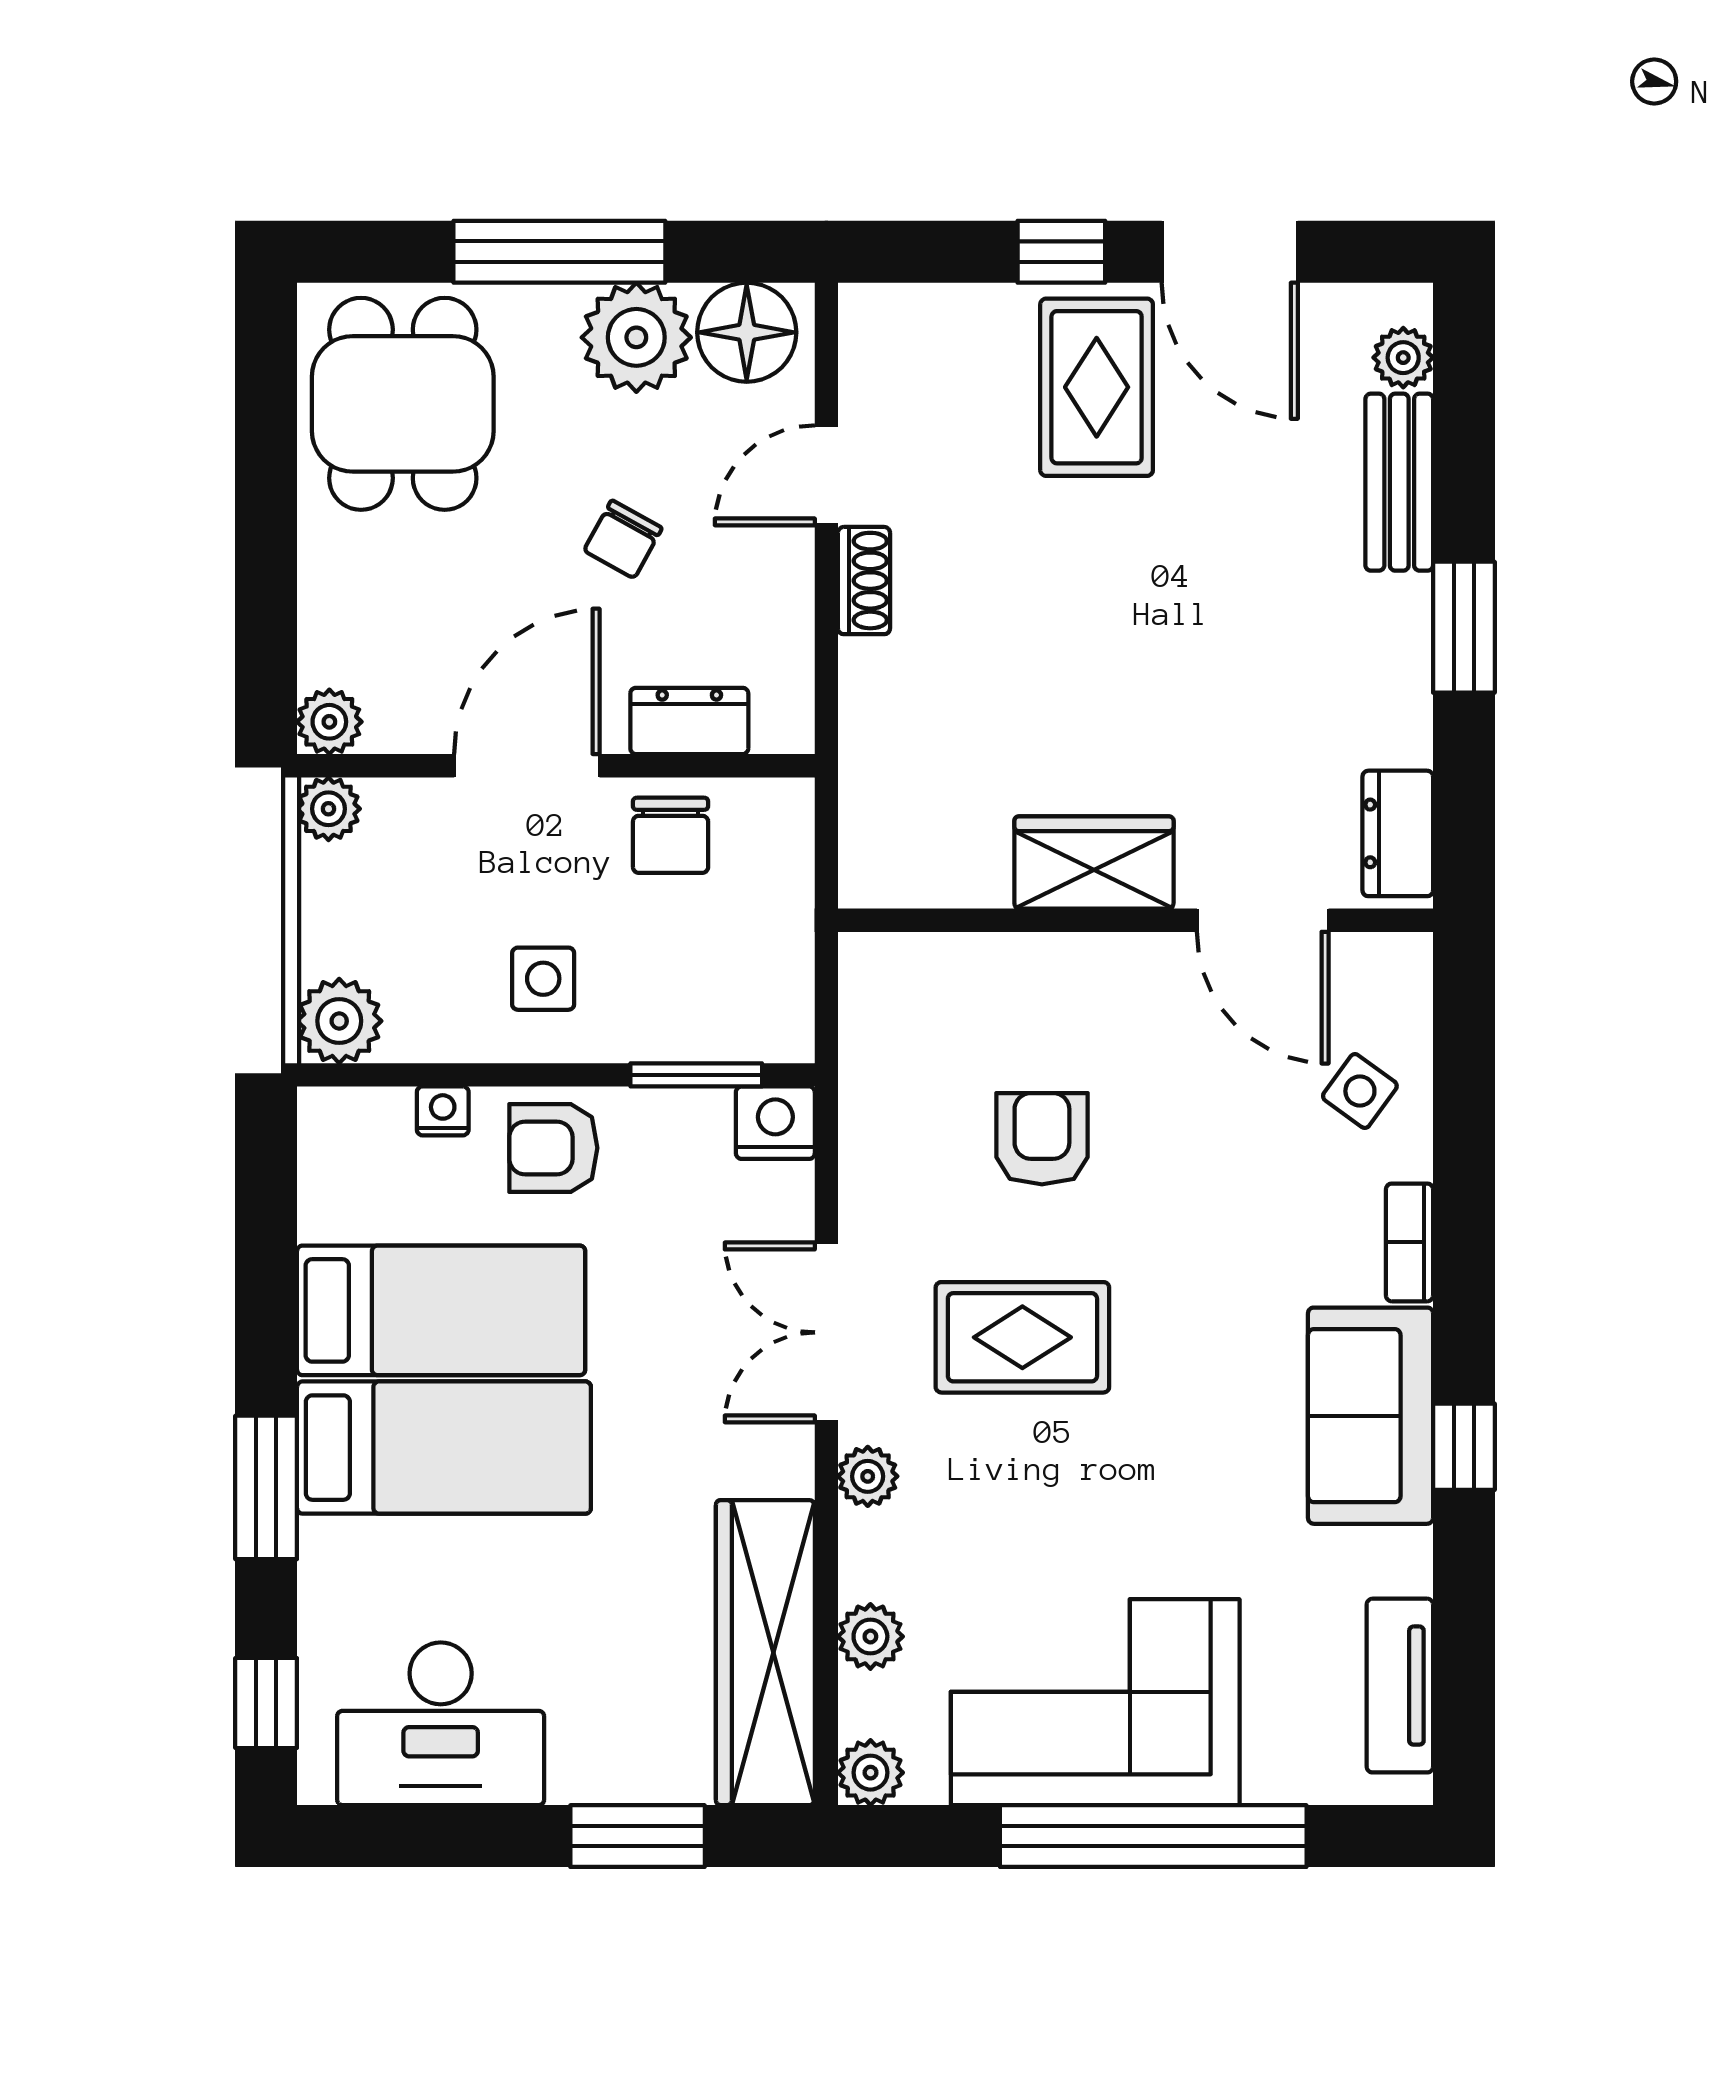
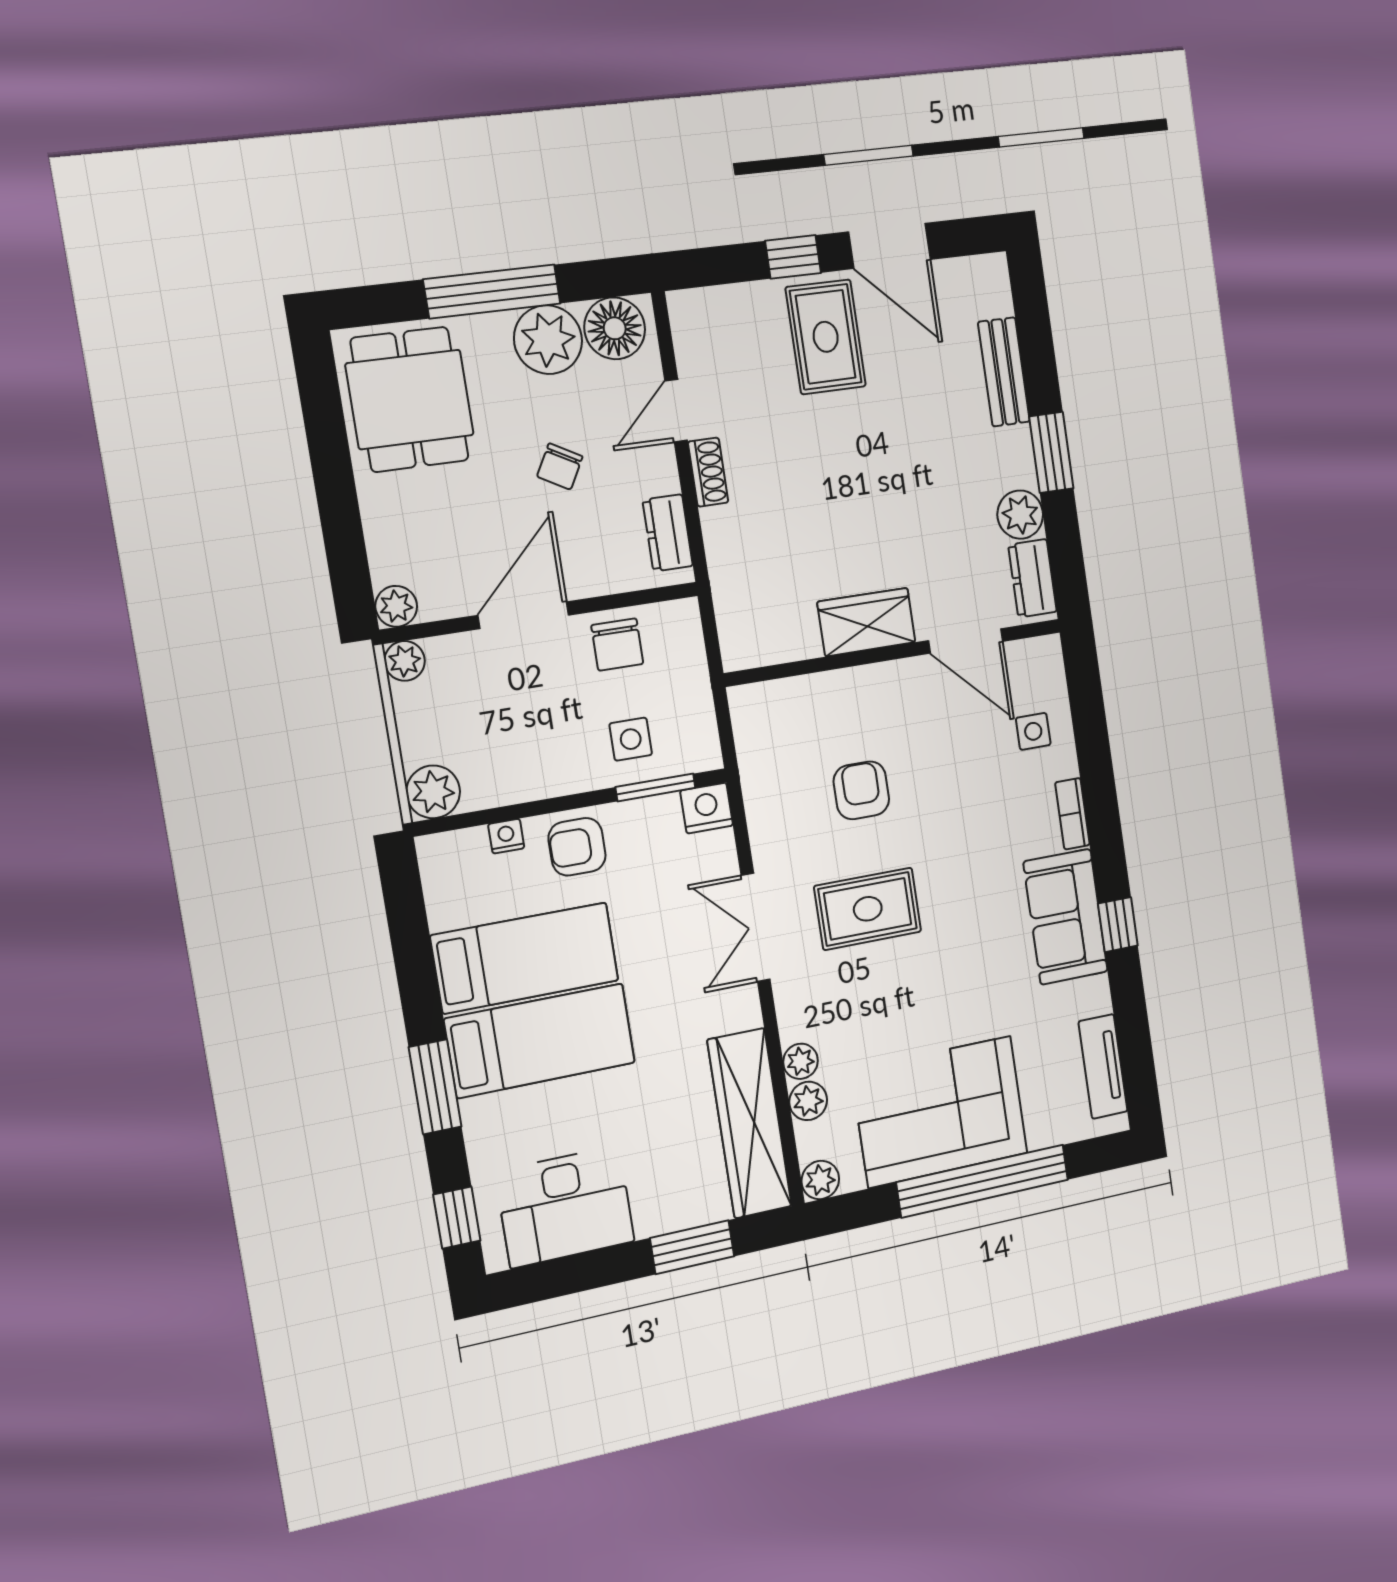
plant: (1403, 358) -> (1020, 515), moved, width x1.38, depth x1.38
dresser: (689, 721) -> (668, 533), moved, turned -90
side table: (543, 979) -> (631, 739), moved
side table: (1360, 1091) -> (1033, 731), turned -36
plant: (868, 1476) -> (801, 1061), moved

